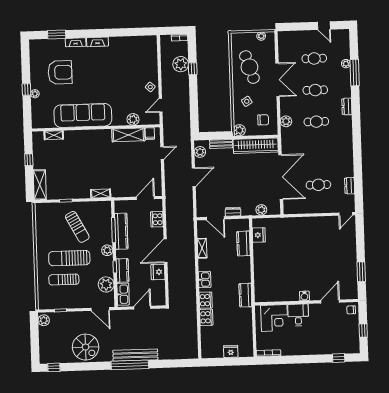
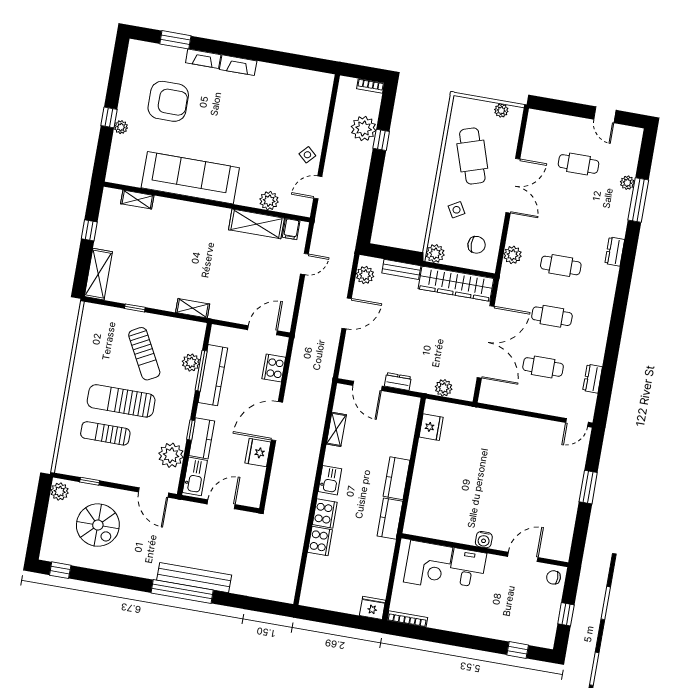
cafe table: (315, 90) -> (552, 316), moved
kitchen counter: (243, 243) -> (397, 478), moved
plant: (107, 250) -> (191, 363), moved
window: (361, 272) -> (588, 487), moved
spiral stairs: (86, 347) -> (98, 525), moved
fridge: (231, 351) -> (372, 608), moved

